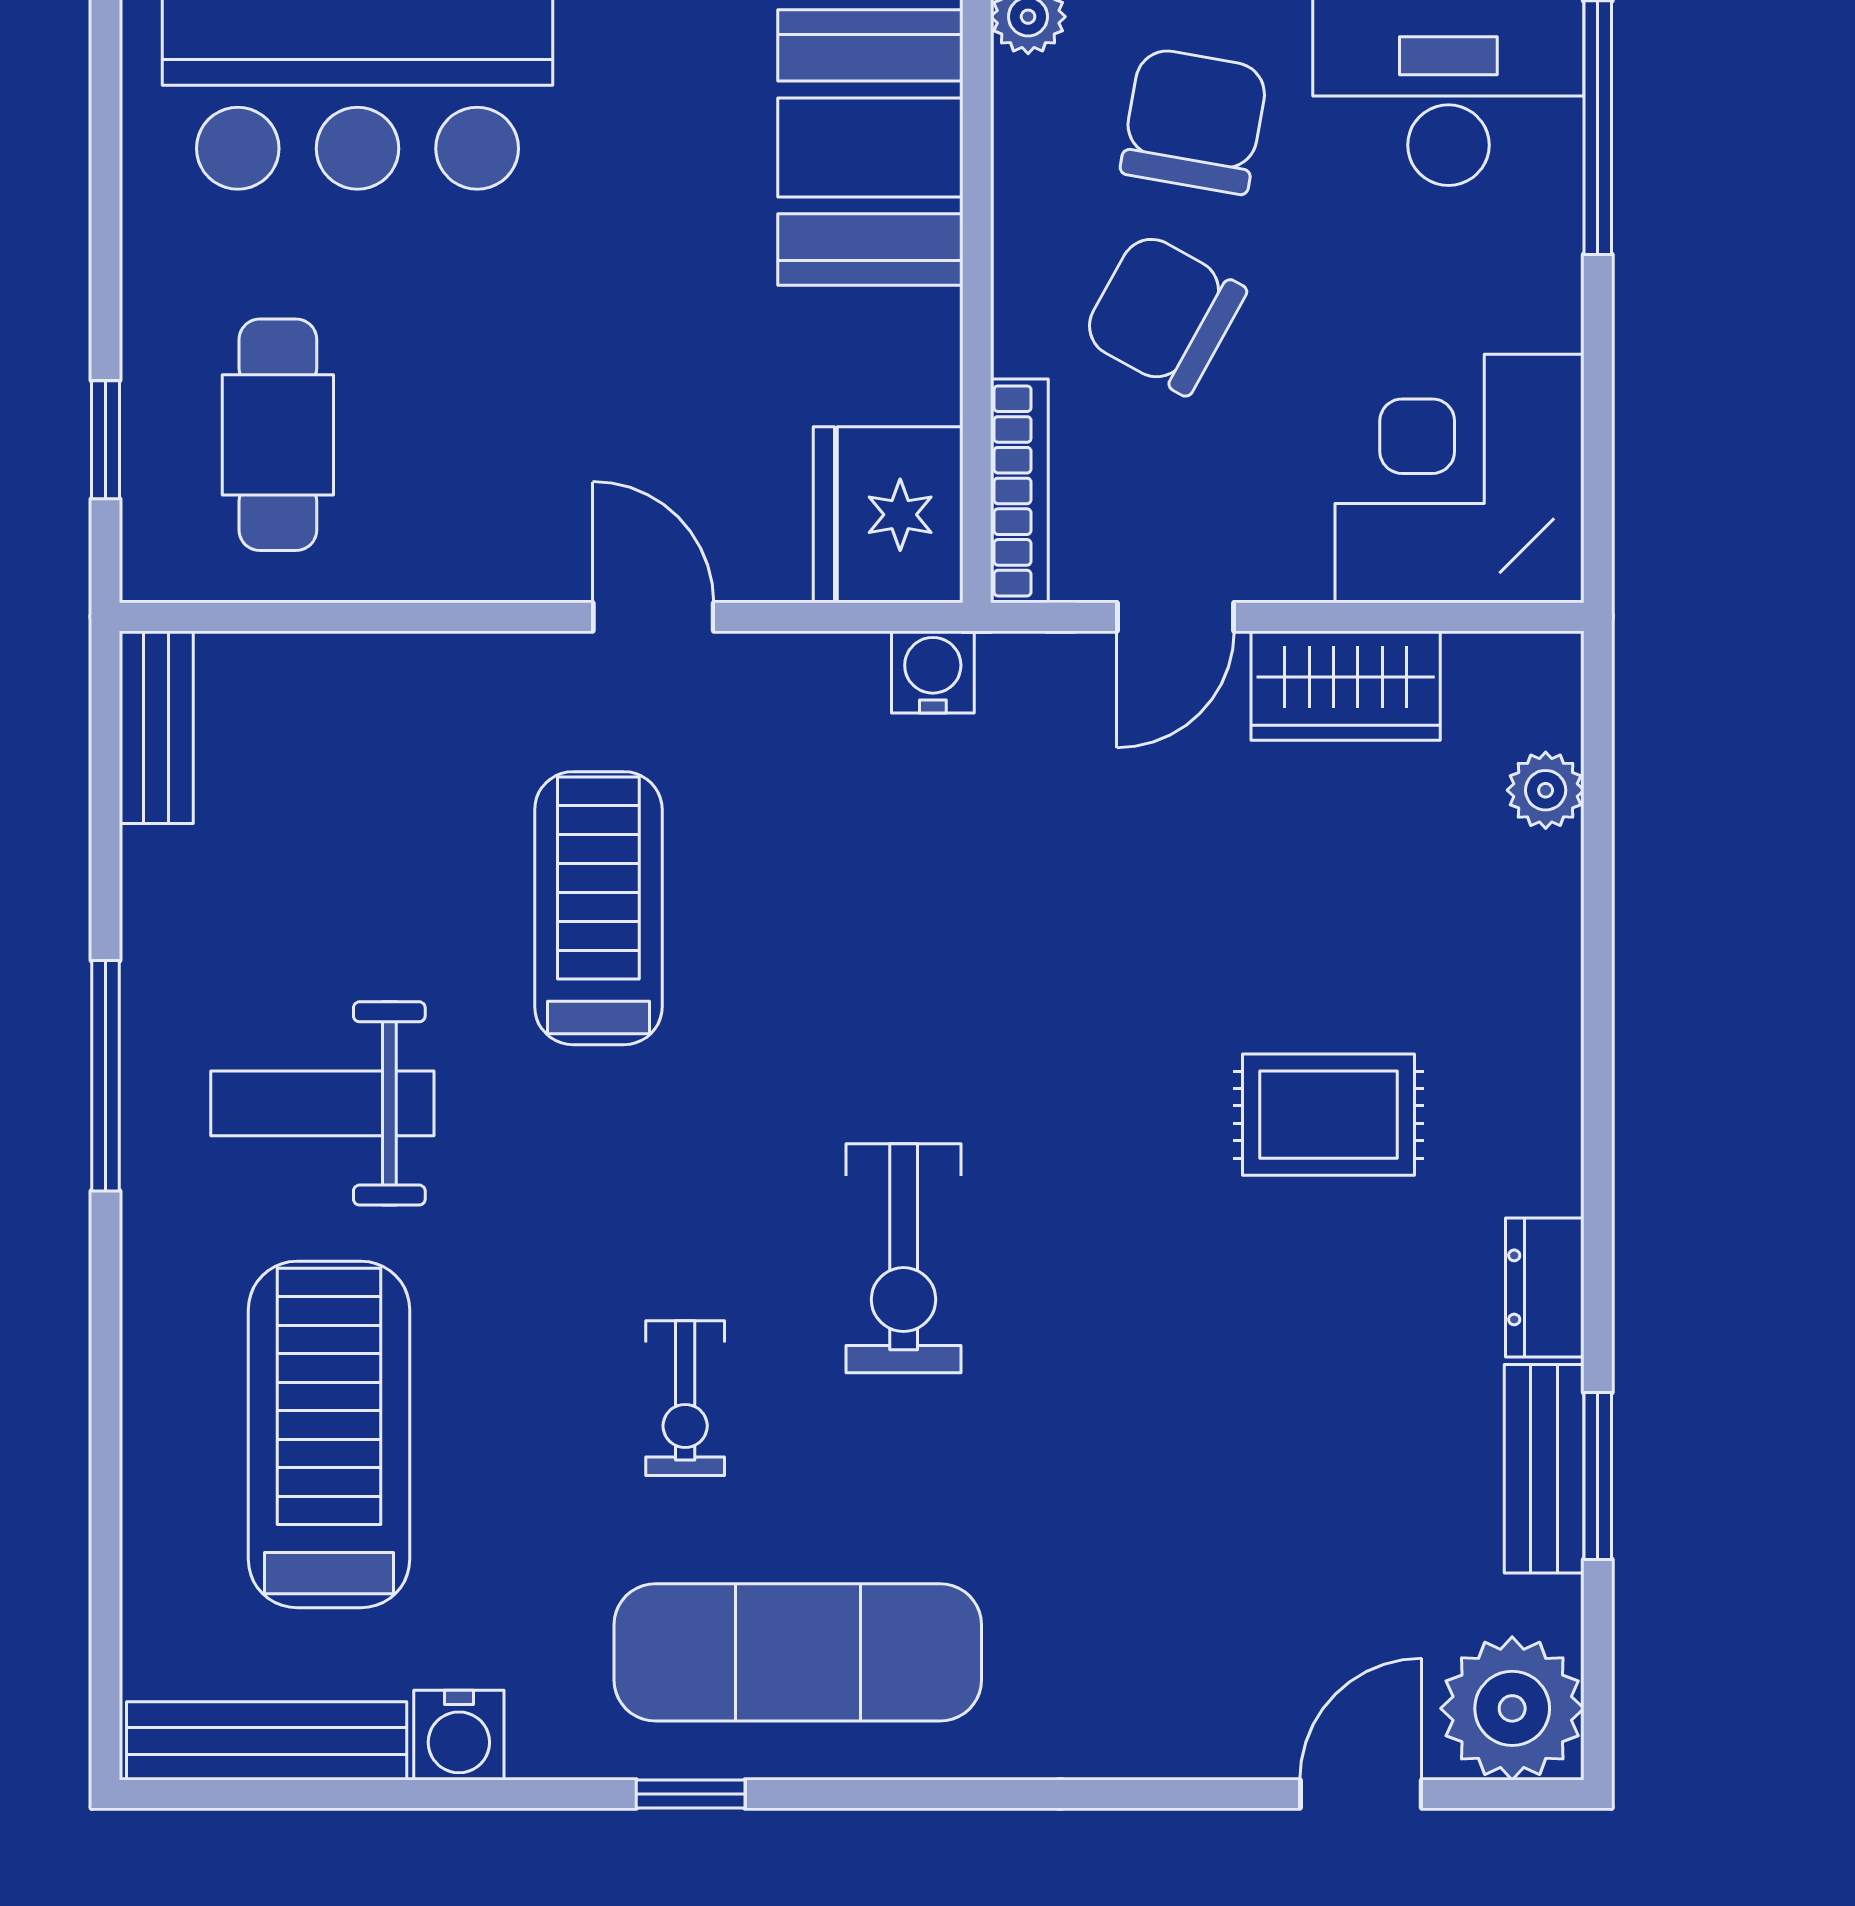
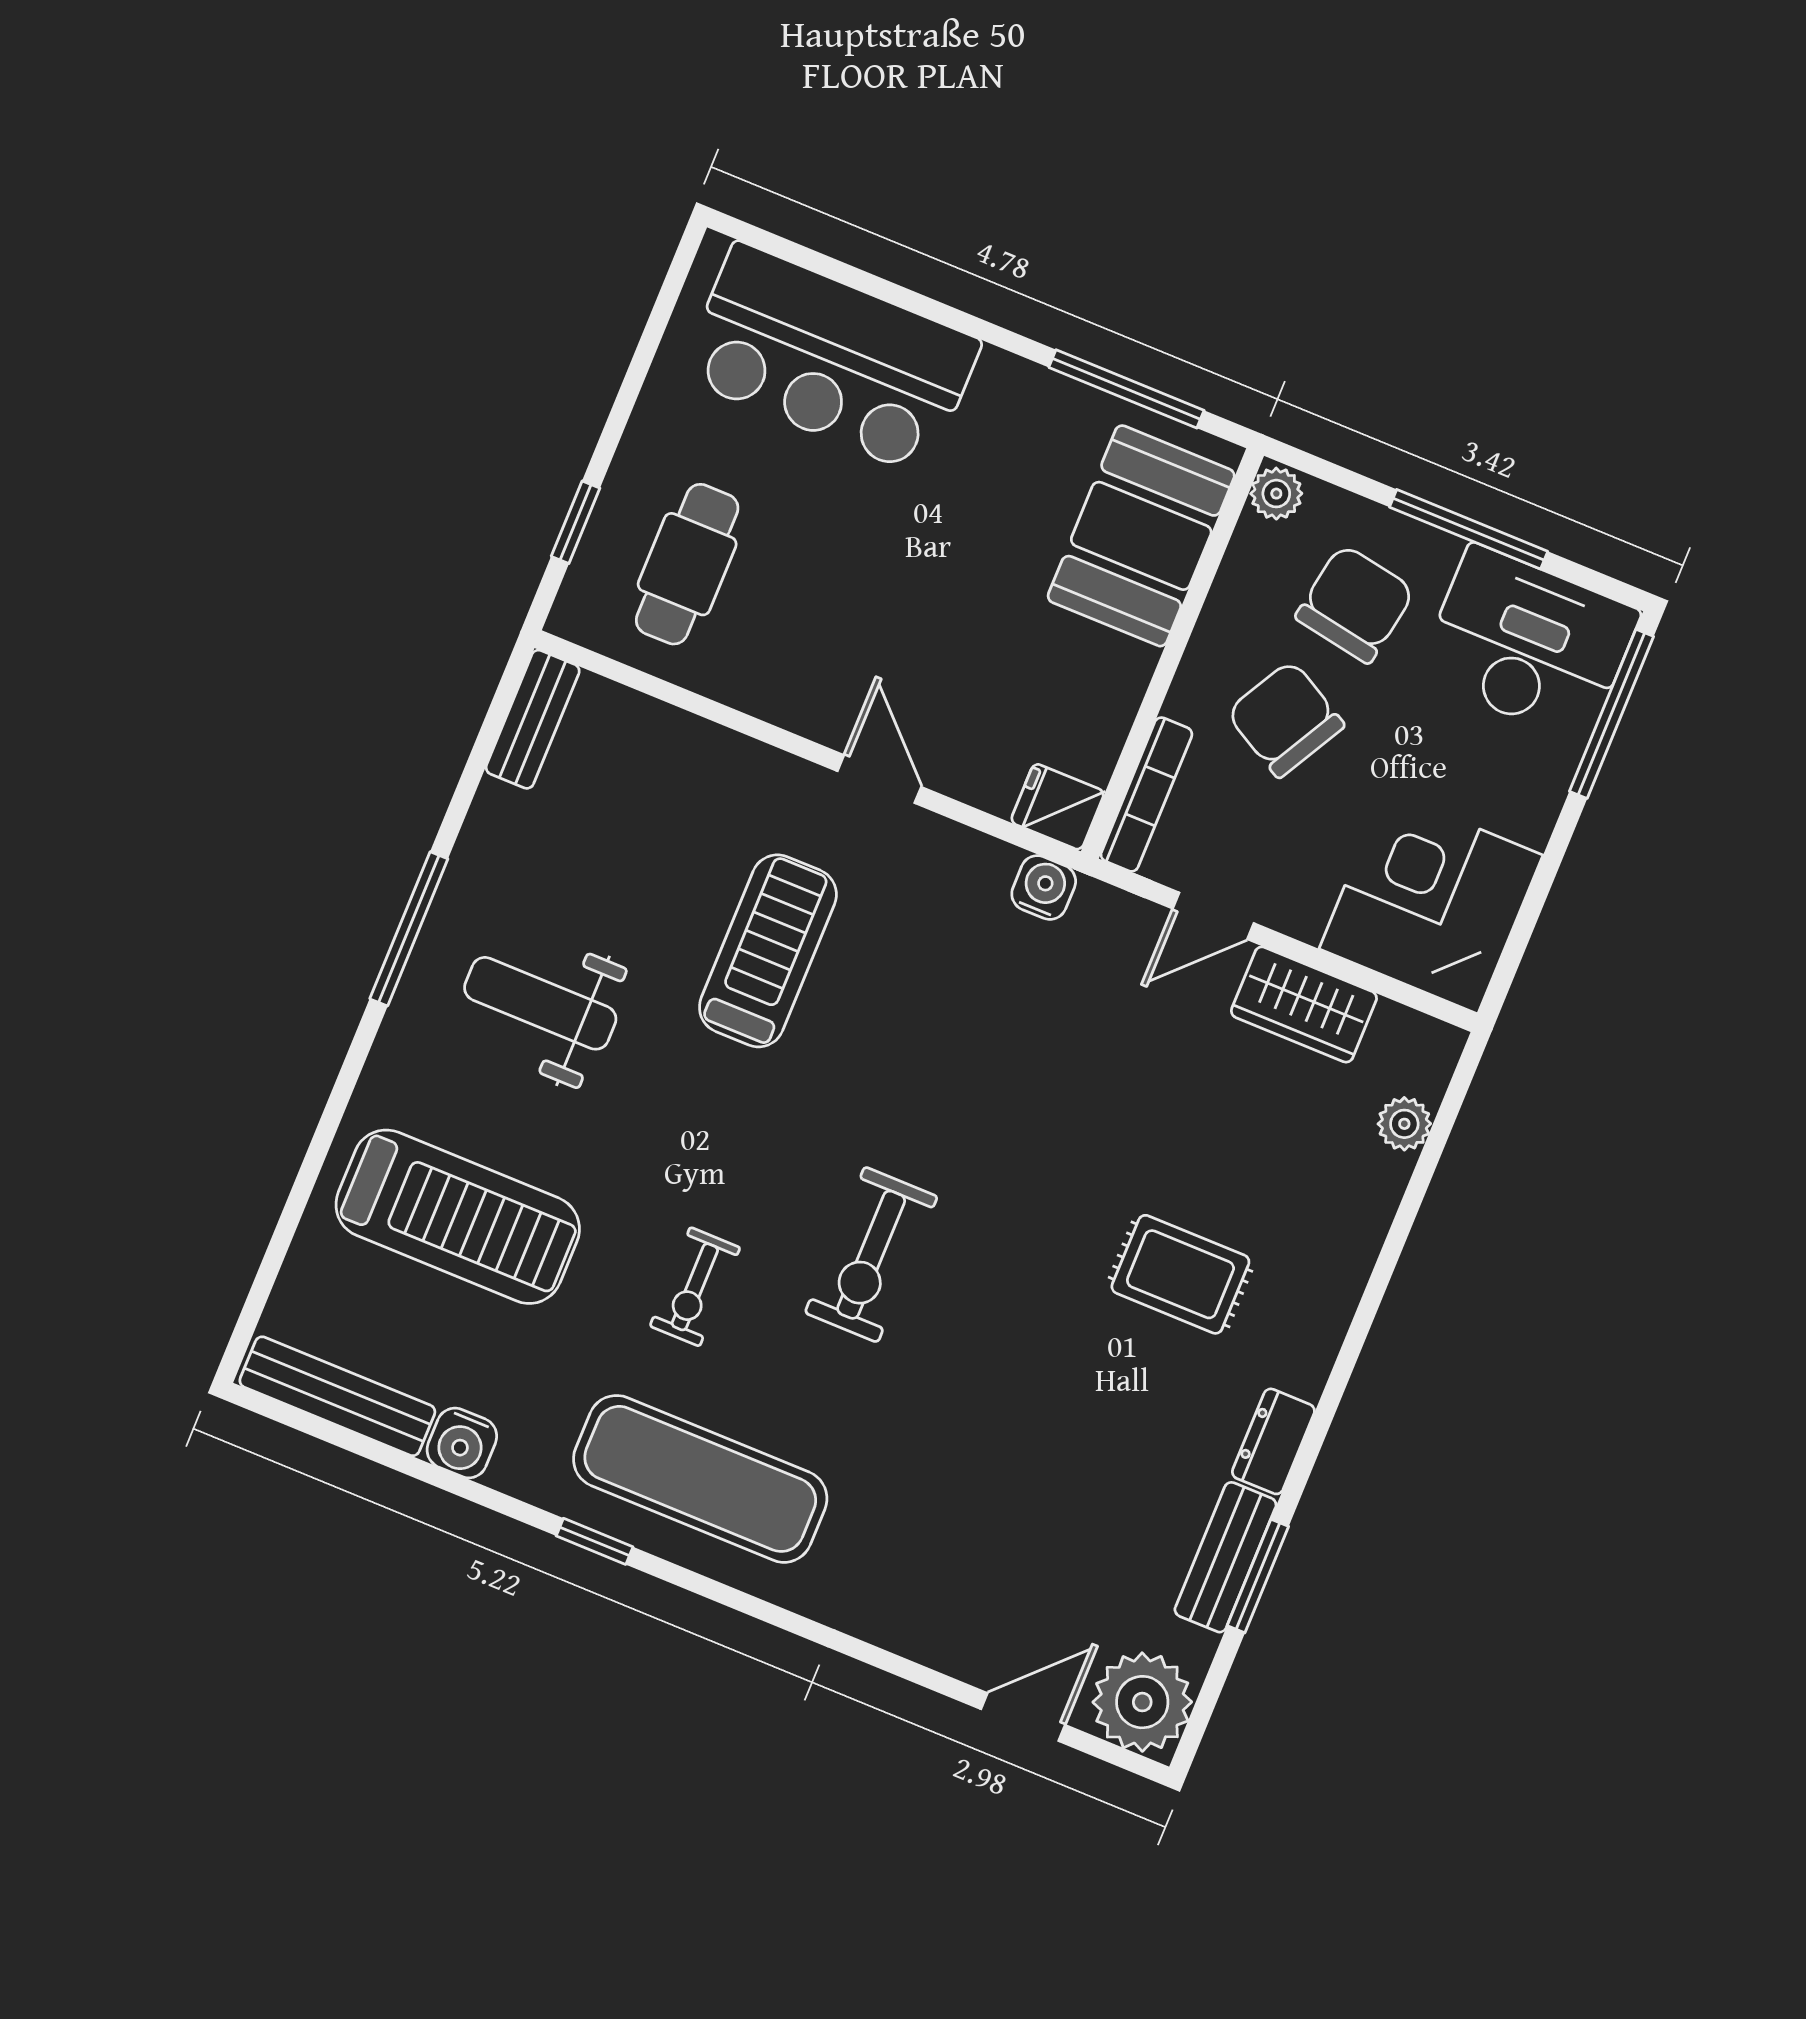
fridge: (888, 515) -> (1058, 807), width x0.53, depth x0.75
treadmill: (329, 1434) -> (458, 1217), turned 90

